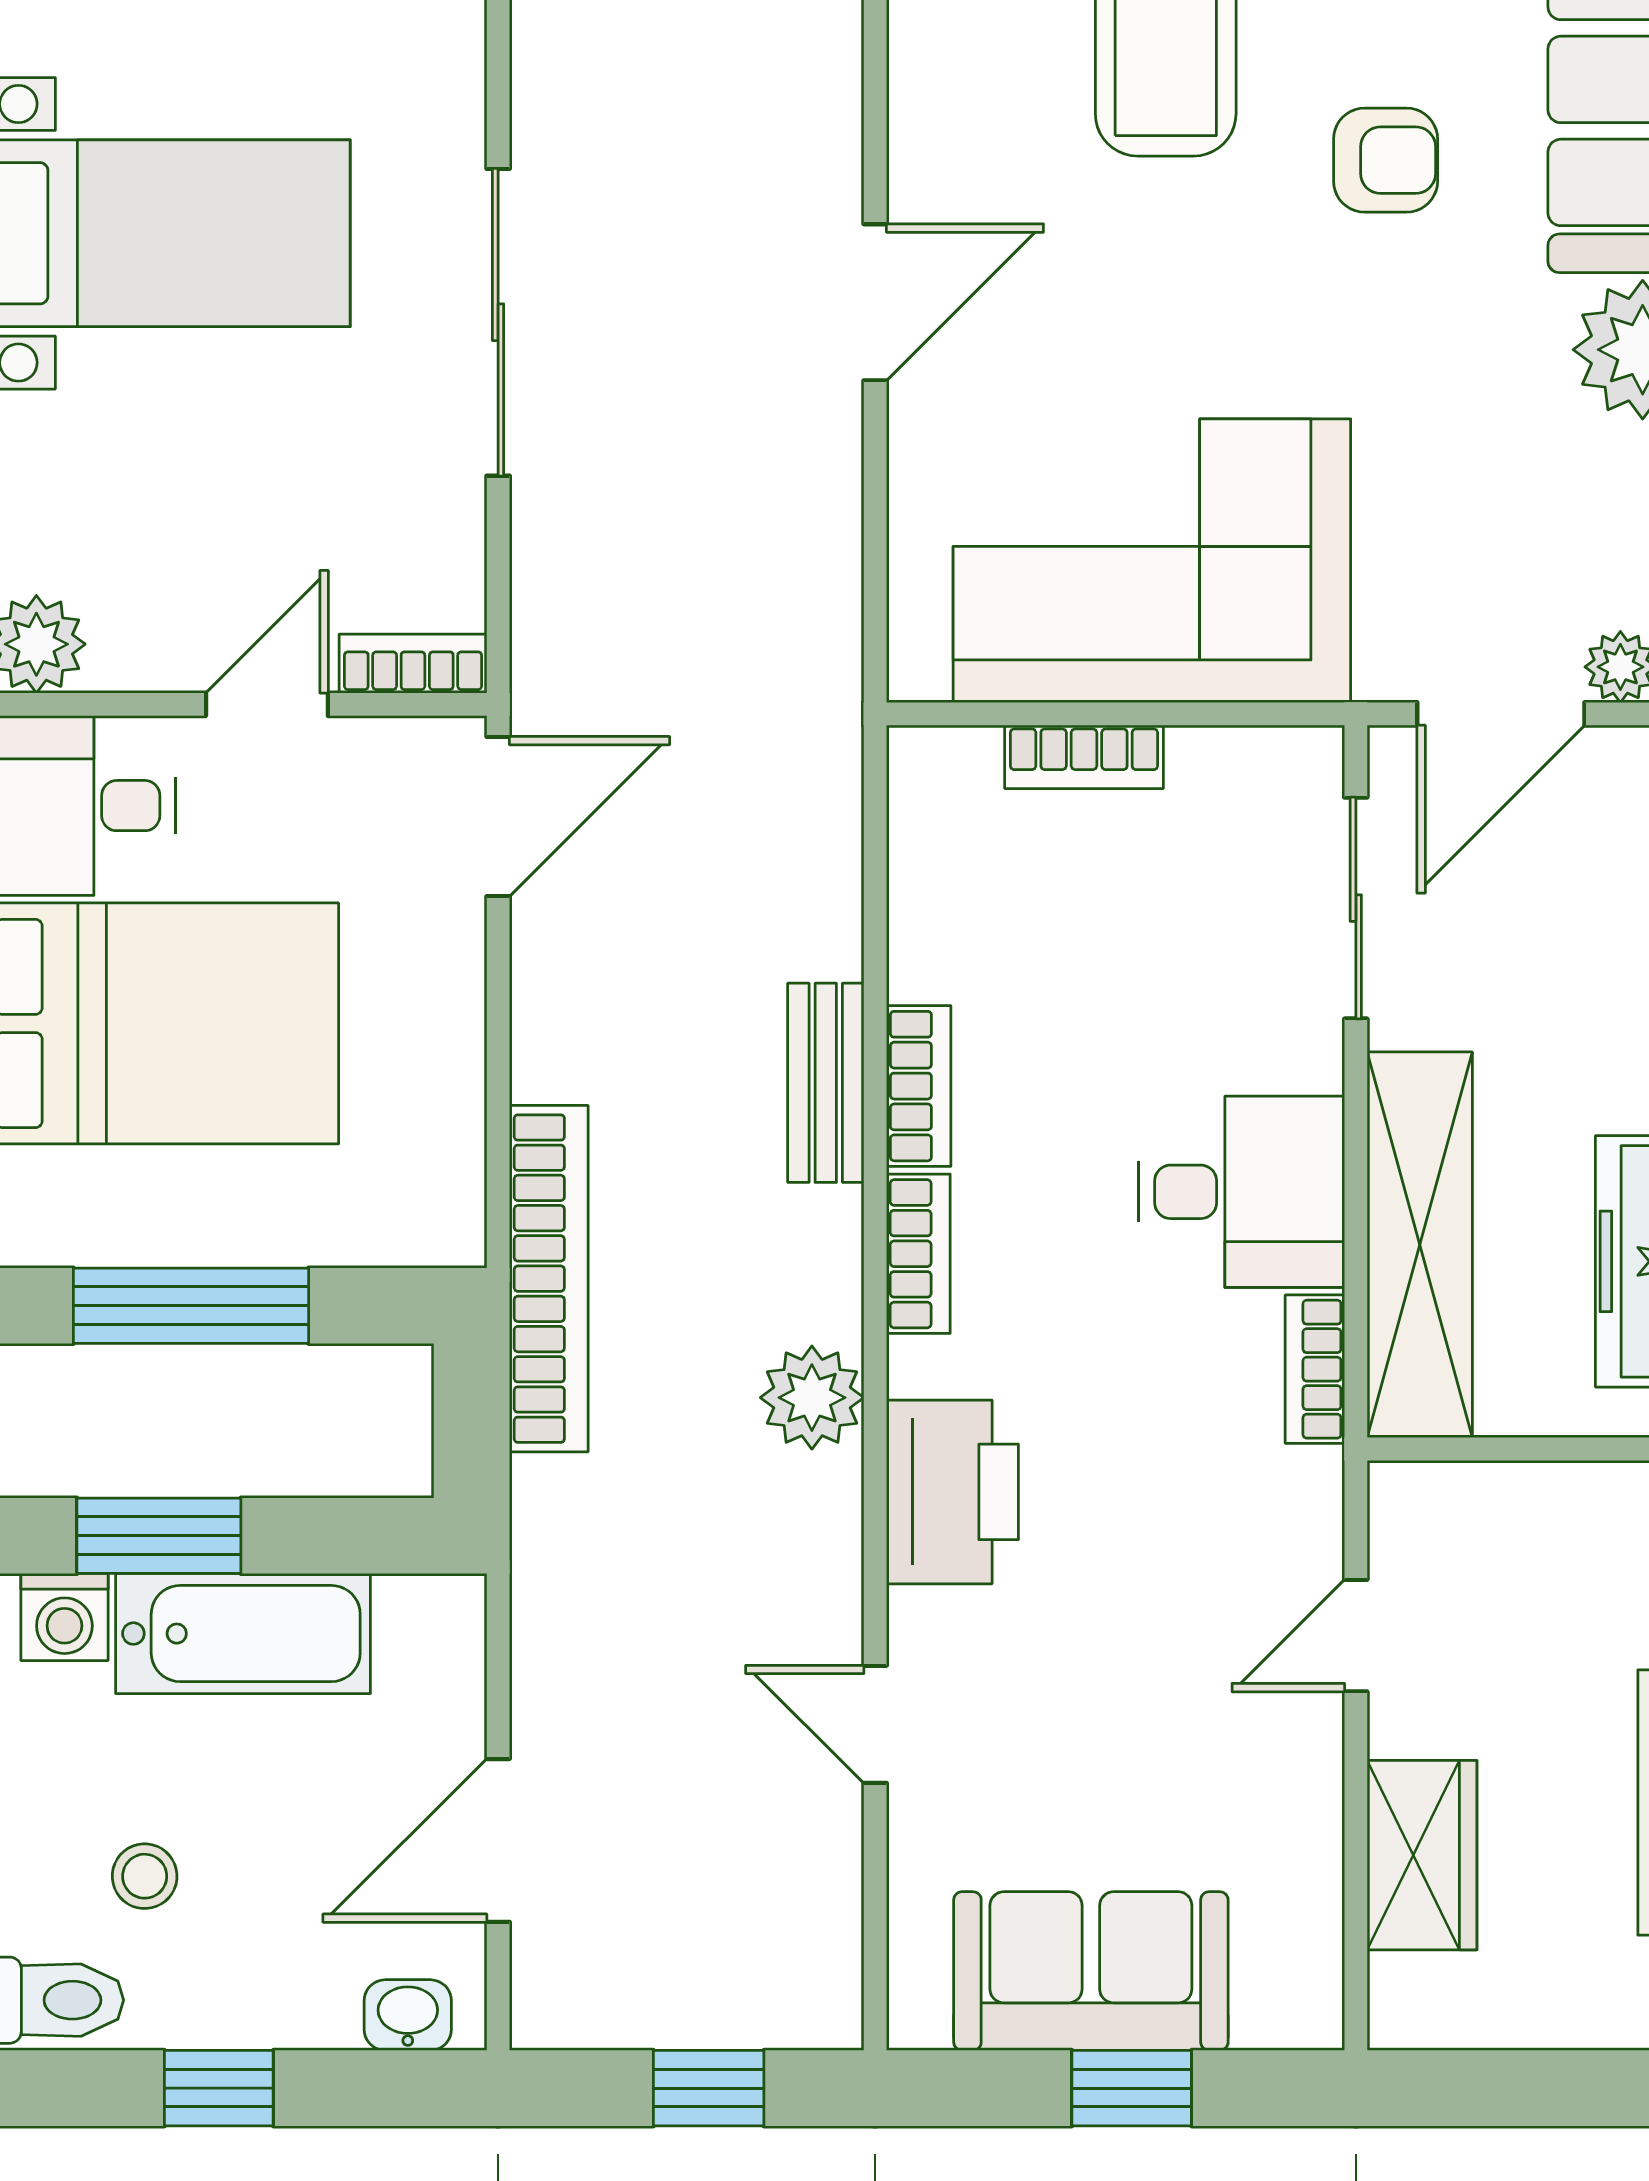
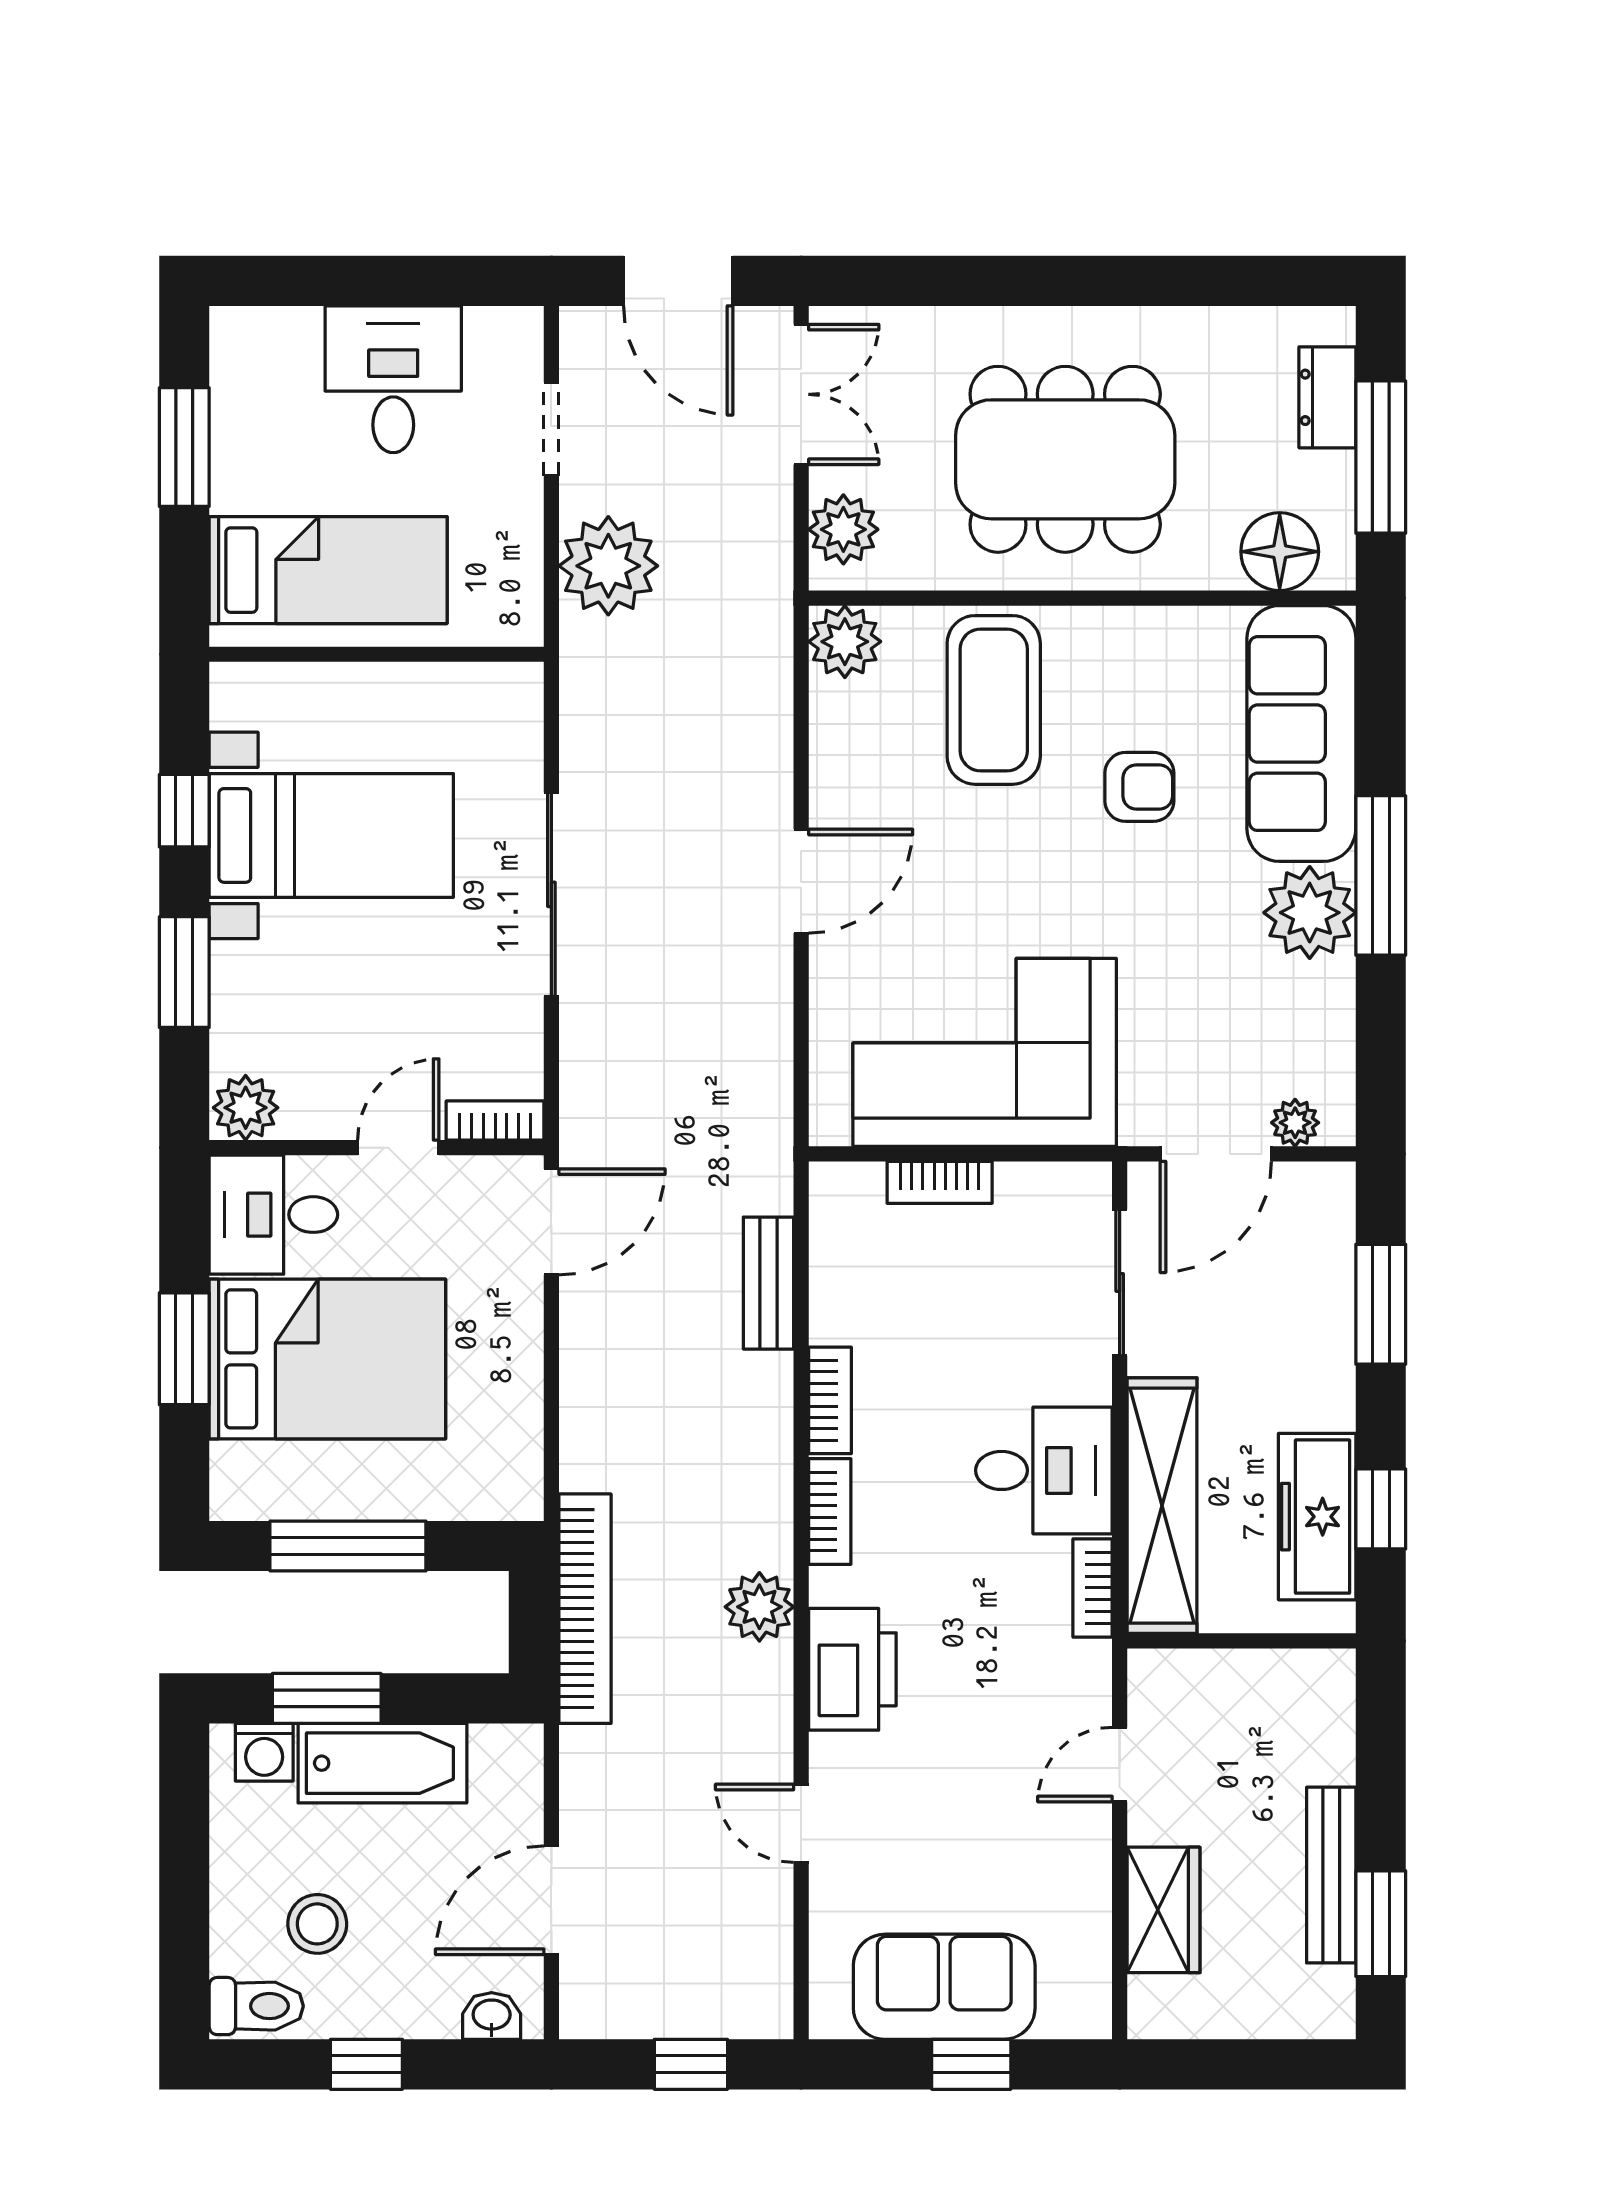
bench: (826, 1083) -> (769, 1283), moved
bookcase: (549, 1279) -> (585, 1609), moved
stool: (145, 1876) -> (317, 1924), width x1.37, depth x1.37

